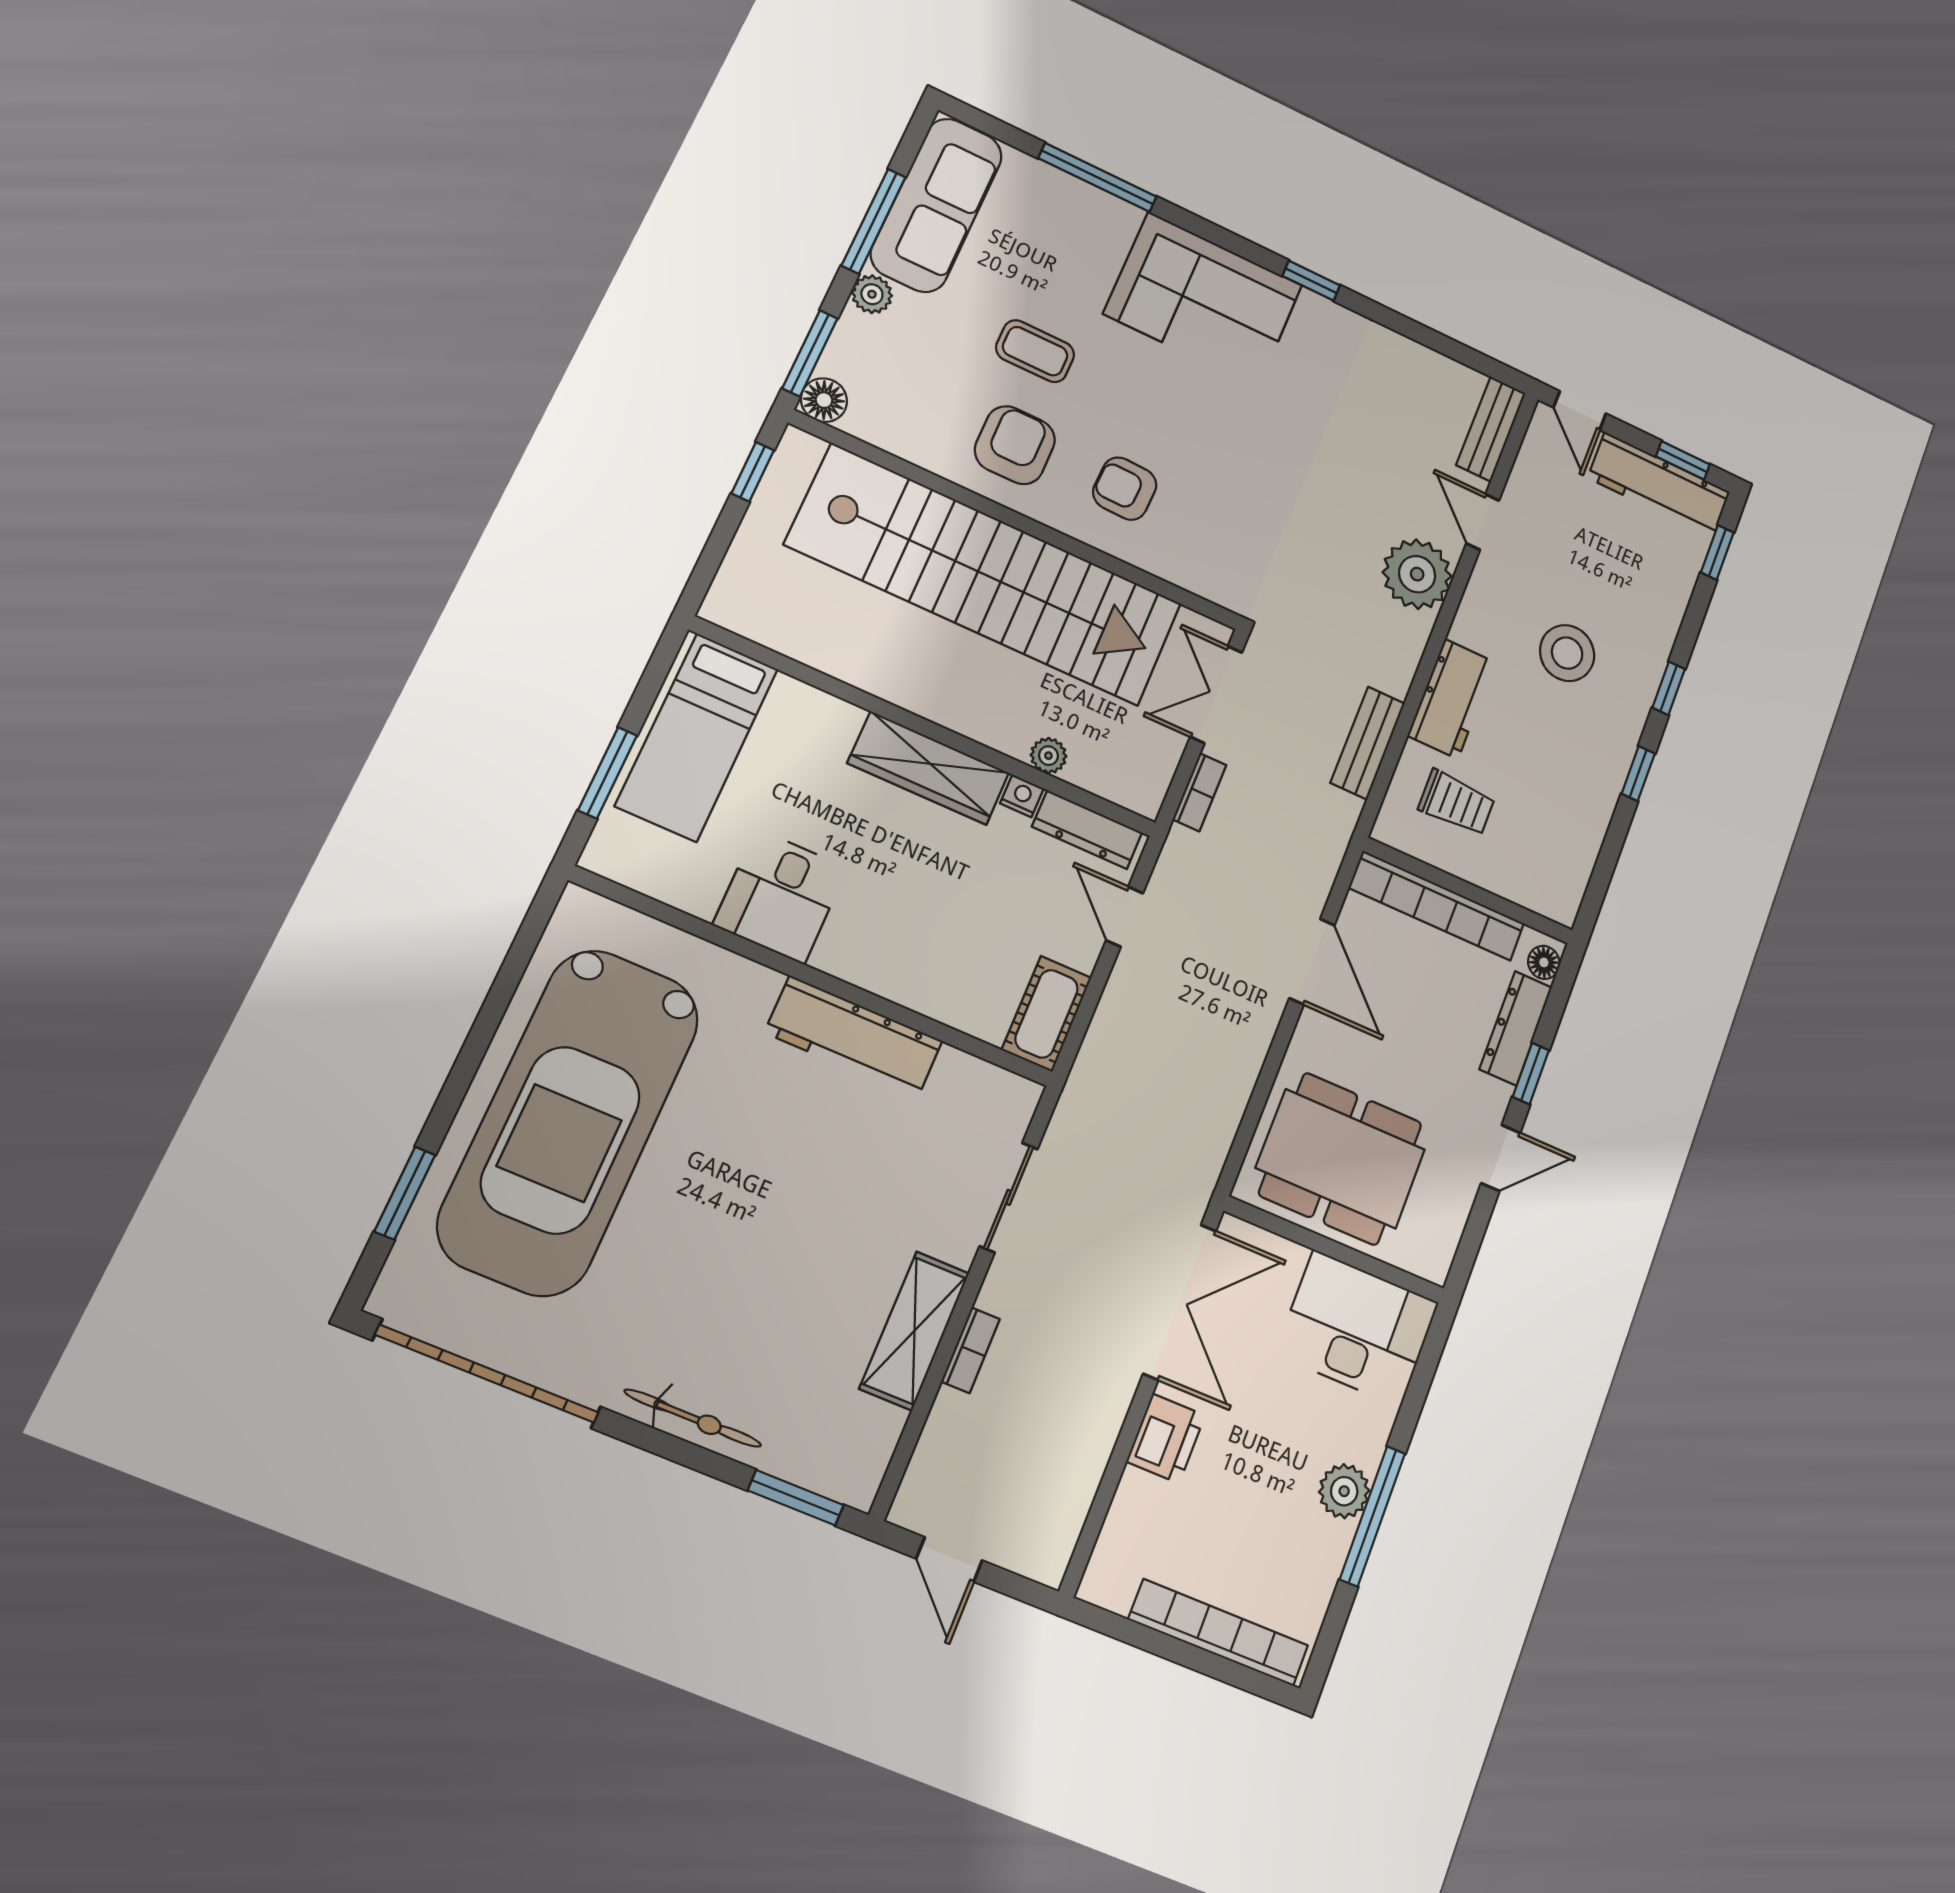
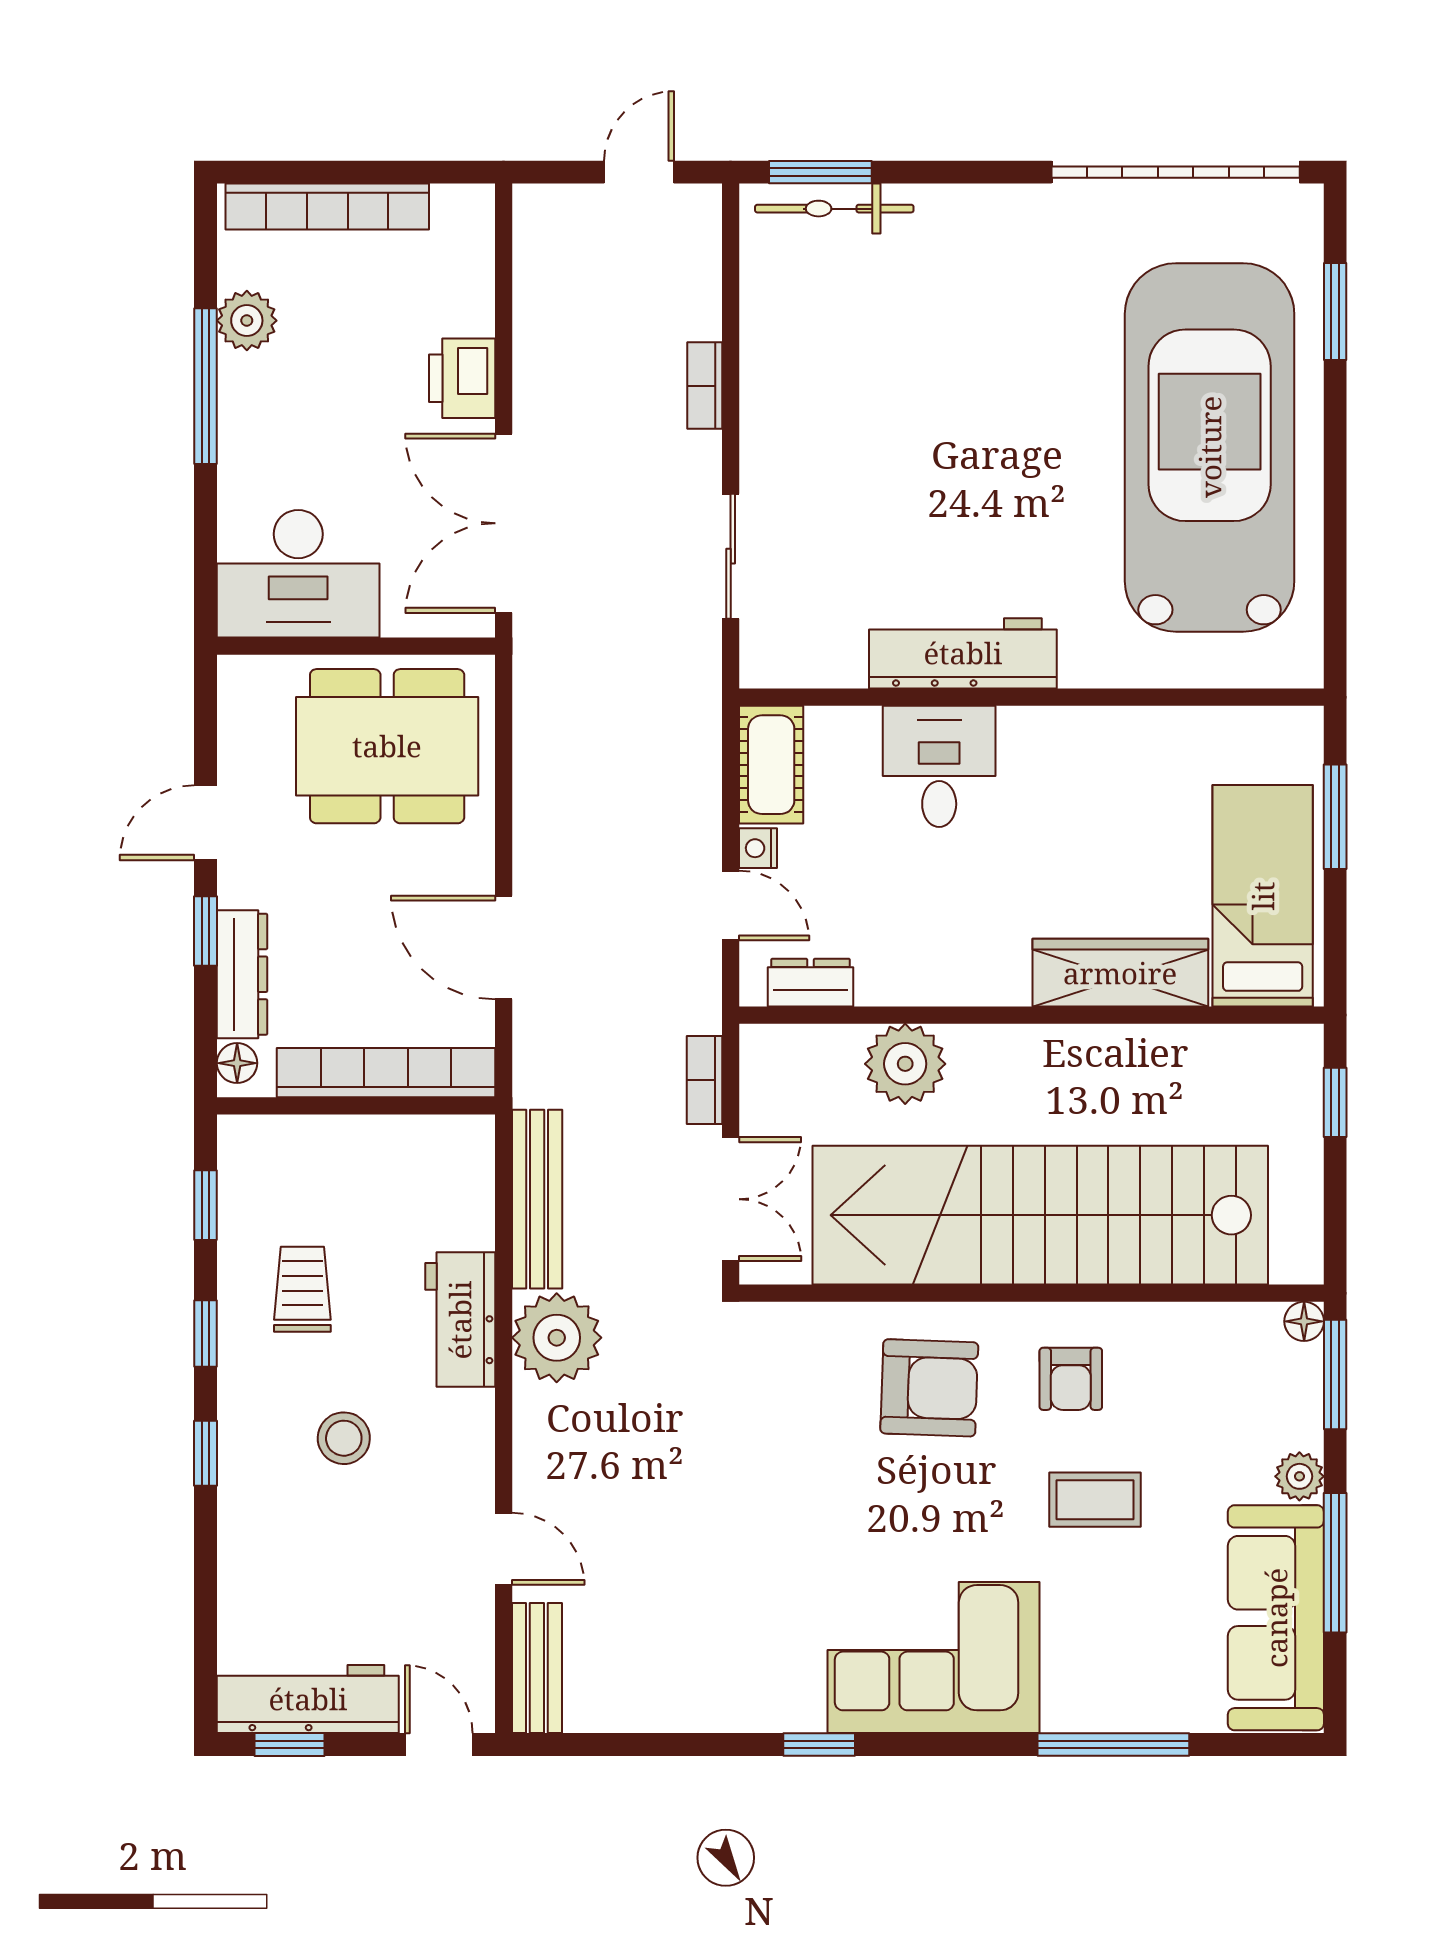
floor lamp: (824, 400) -> (1304, 1321), width x0.73, depth x0.73
armchair: (1015, 445) -> (1071, 1379), width x0.72, depth x0.72
window: (753, 472) -> (1335, 1102), moved
armchair: (1125, 489) -> (929, 1388), width x1.38, depth x1.38
window: (1717, 552) -> (206, 1205), moved
plant: (1417, 574) -> (557, 1338), moved
stool: (1567, 653) -> (344, 1438), width x0.73, depth x0.73
bench: (1368, 743) -> (537, 1199), width x1.36
plant: (1048, 756) -> (905, 1064), width x1.88, depth x1.88
wardrobe: (928, 768) -> (1120, 973), moved
nightstand: (1022, 796) -> (758, 848), moved, turned 90
trolley: (1457, 803) -> (302, 1289), moved, turned 90
dresser: (1087, 830) -> (811, 983), width x0.70
desk: (780, 896) -> (939, 766), moved
shelving: (914, 1331) -> (771, 382), removed
bicycle: (693, 1418) -> (834, 209), moved
plant: (1344, 1491) -> (247, 321), moved
door: (949, 1559) -> (639, 172), hinge flipped

